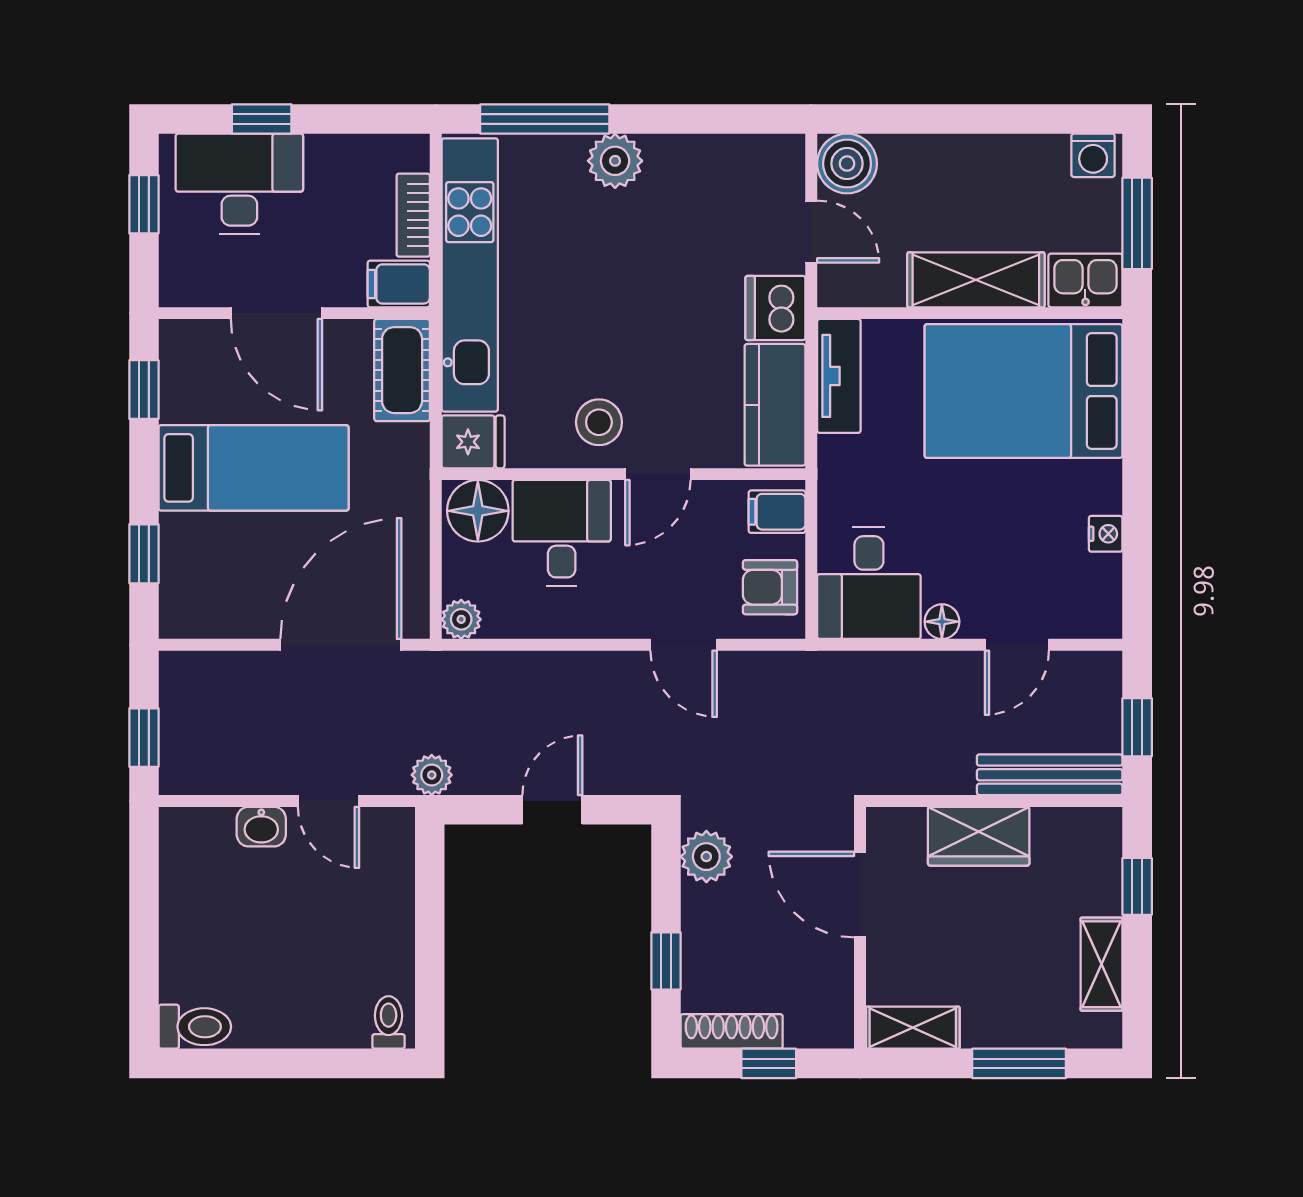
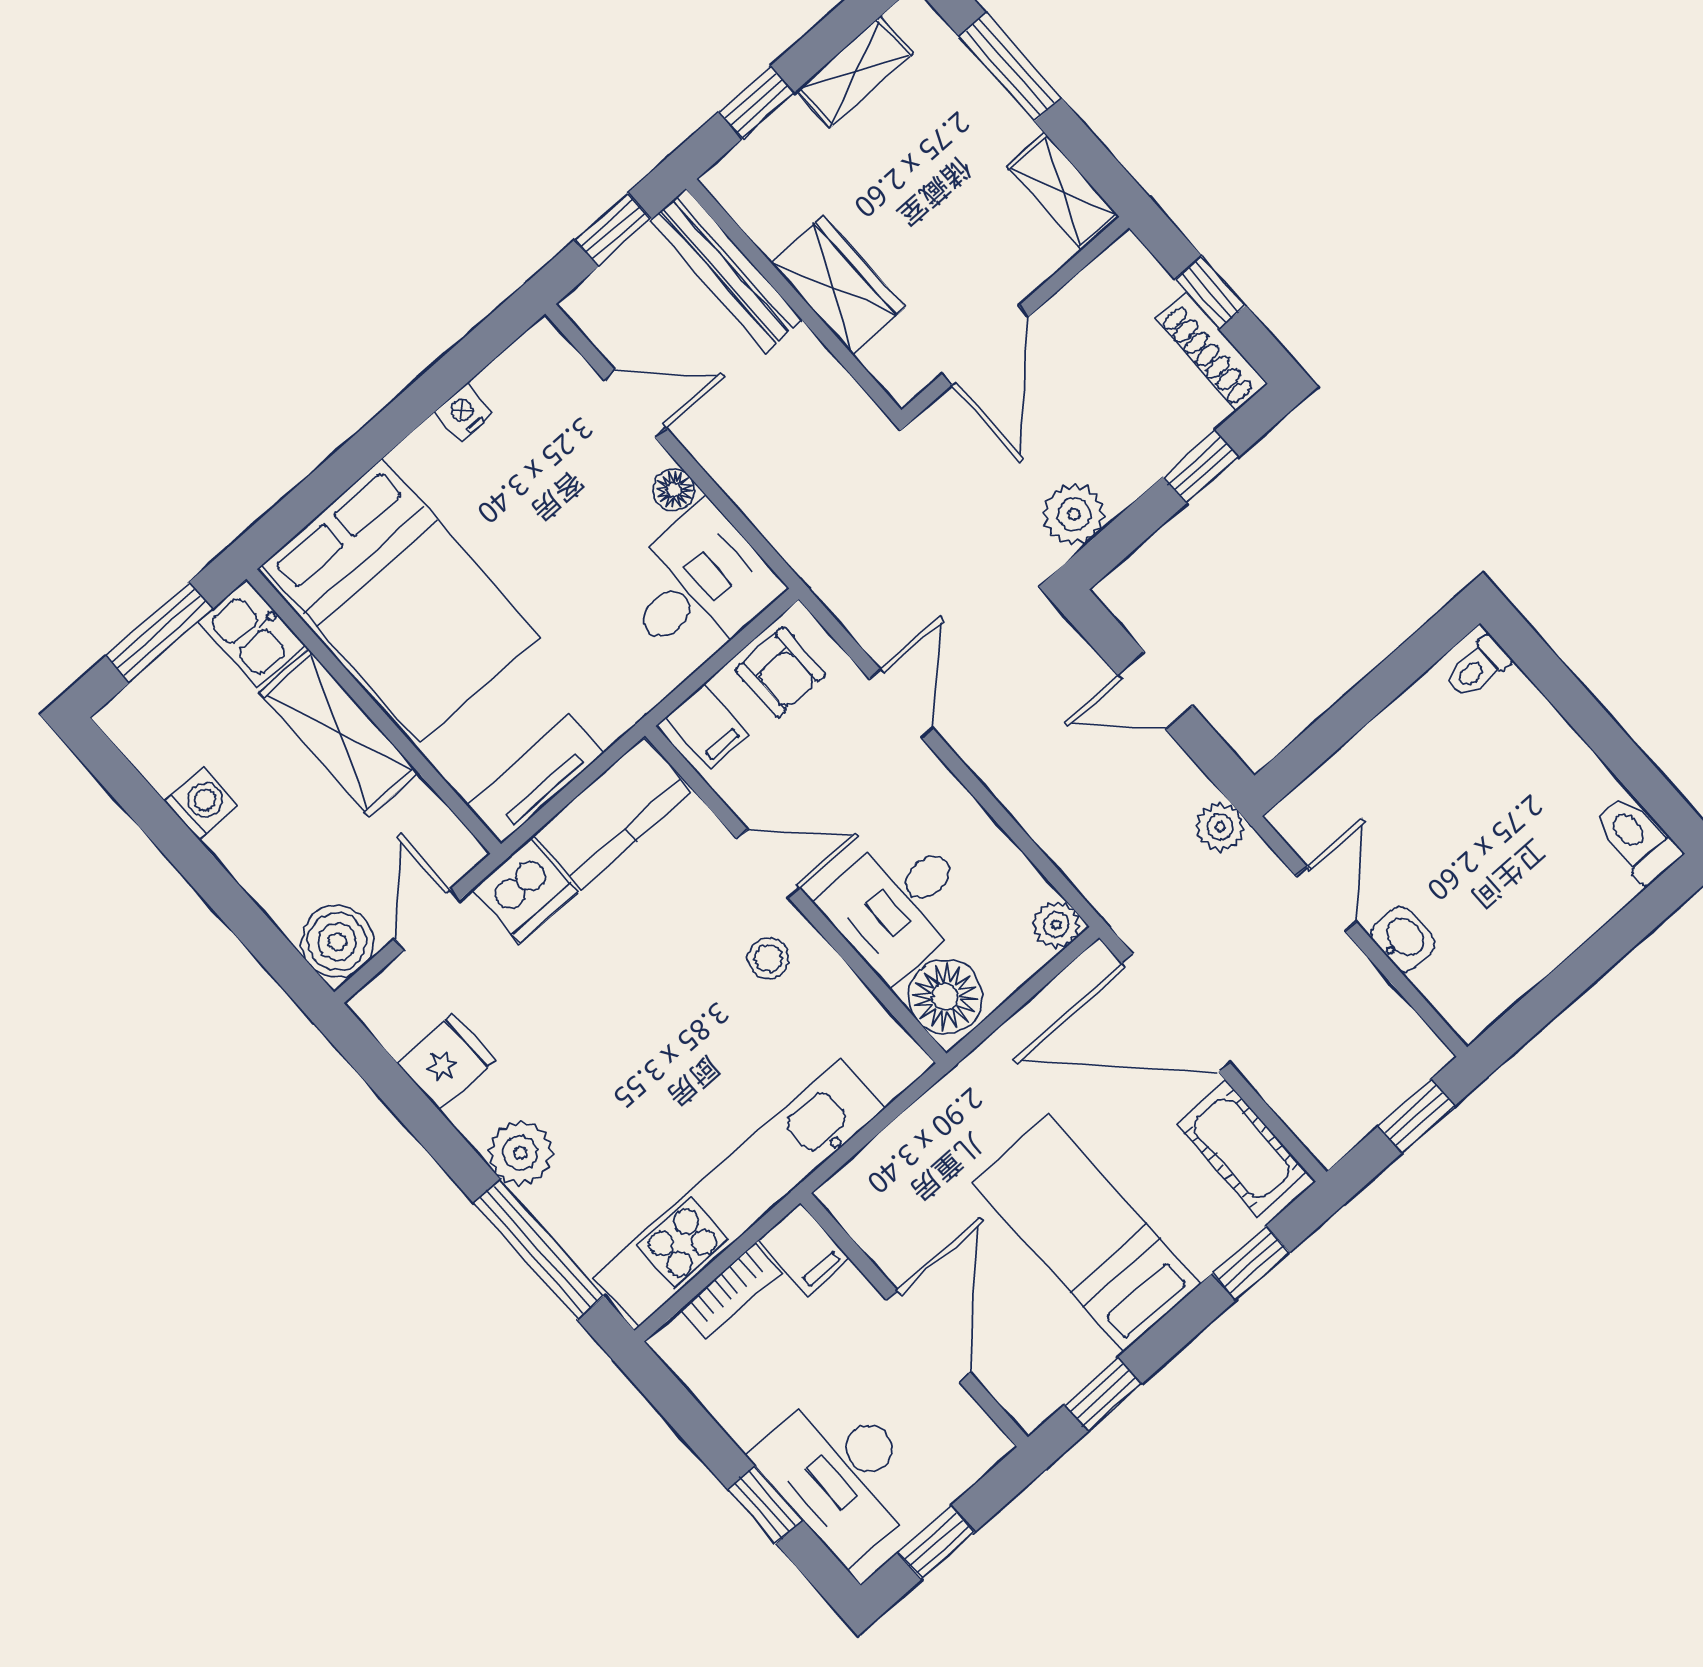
washing machine: (1093, 155) -> (201, 803), moved
cot: (402, 370) -> (1242, 1148), moved, turned 90
stool: (599, 422) -> (769, 958), width x0.73, depth x0.73
fridge: (473, 442) -> (446, 1062), moved, turned 90

